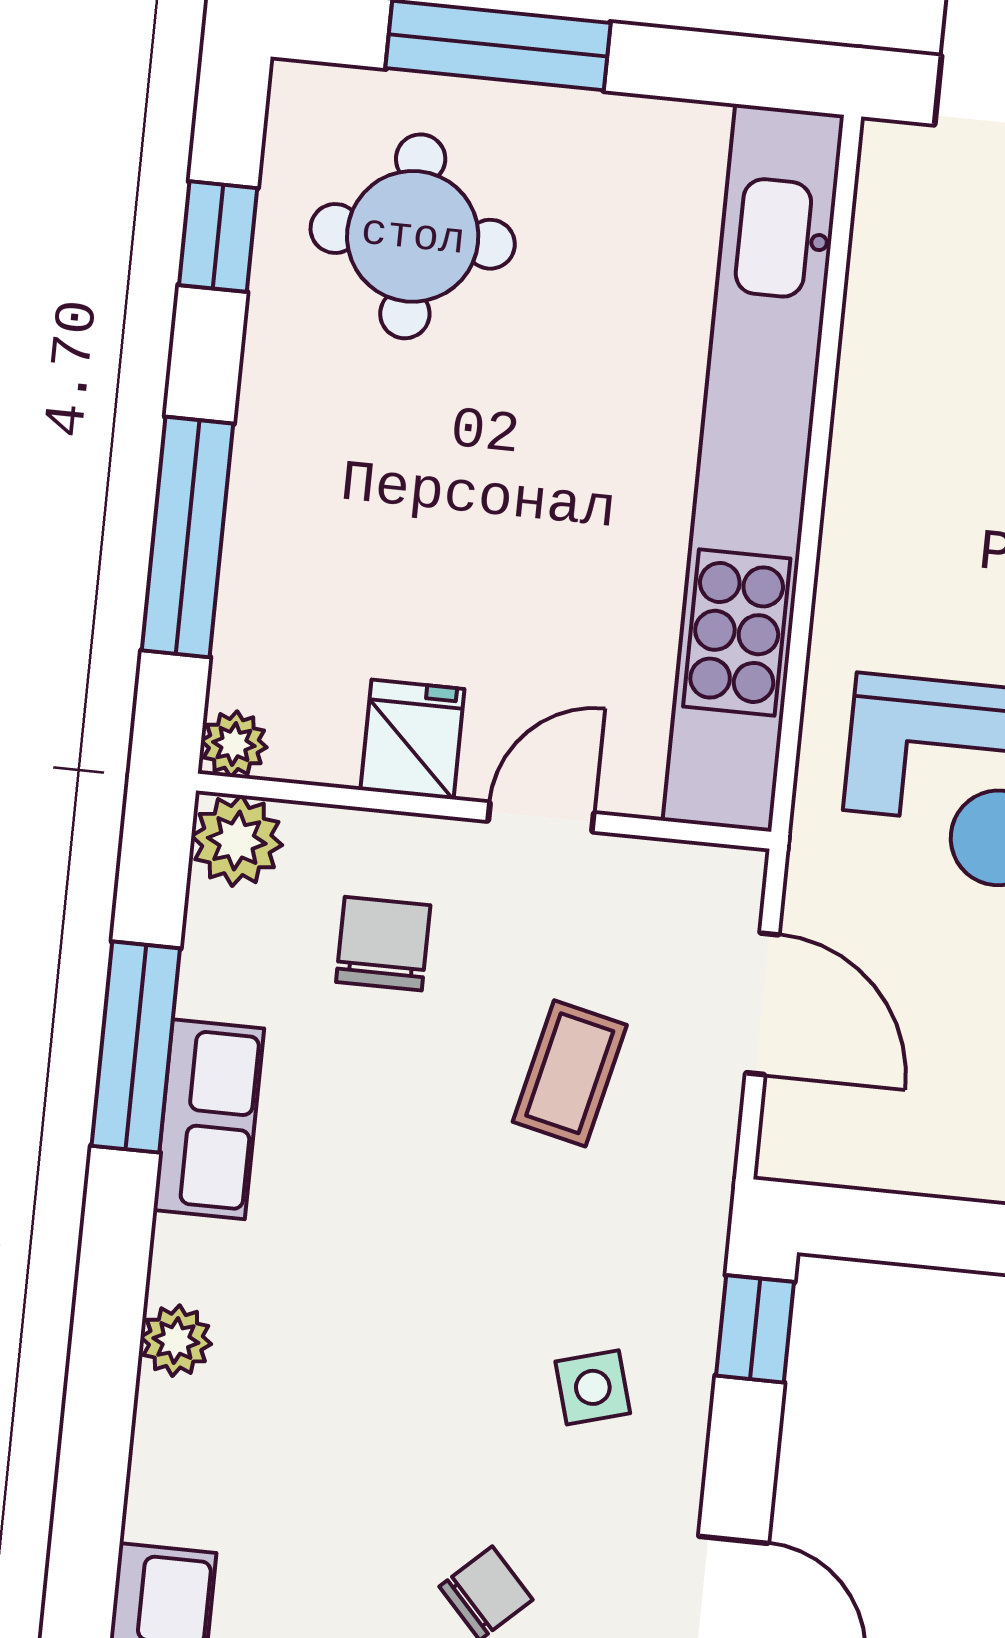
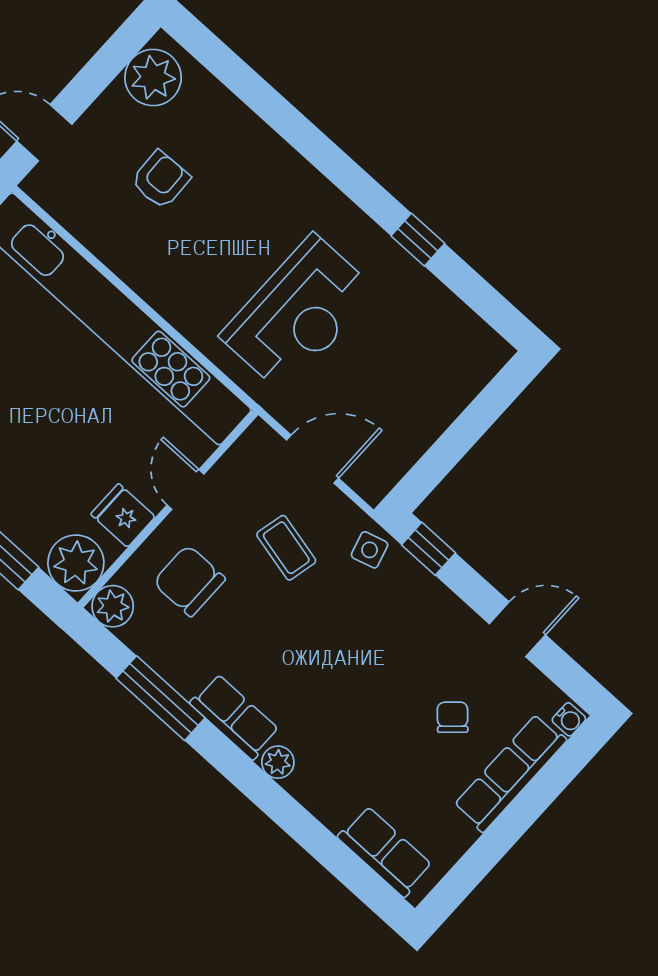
plant: (234, 744) -> (76, 563), width x1.88, depth x1.88
chair: (383, 944) -> (189, 581), width x1.37, depth x1.37
row of seats: (209, 1119) -> (235, 717), moved
side table: (593, 1387) -> (370, 550), moved

